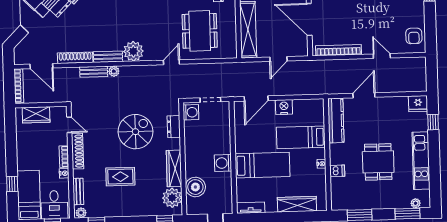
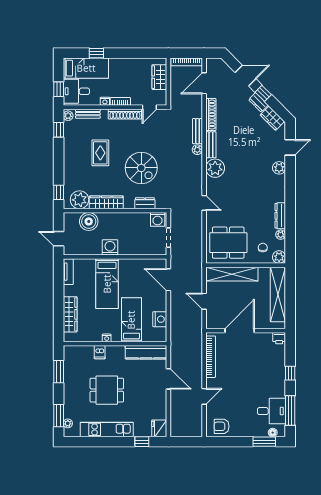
dining table: (200, 31) -> (228, 243), moved
nightstand: (284, 107) -> (160, 319), moved

